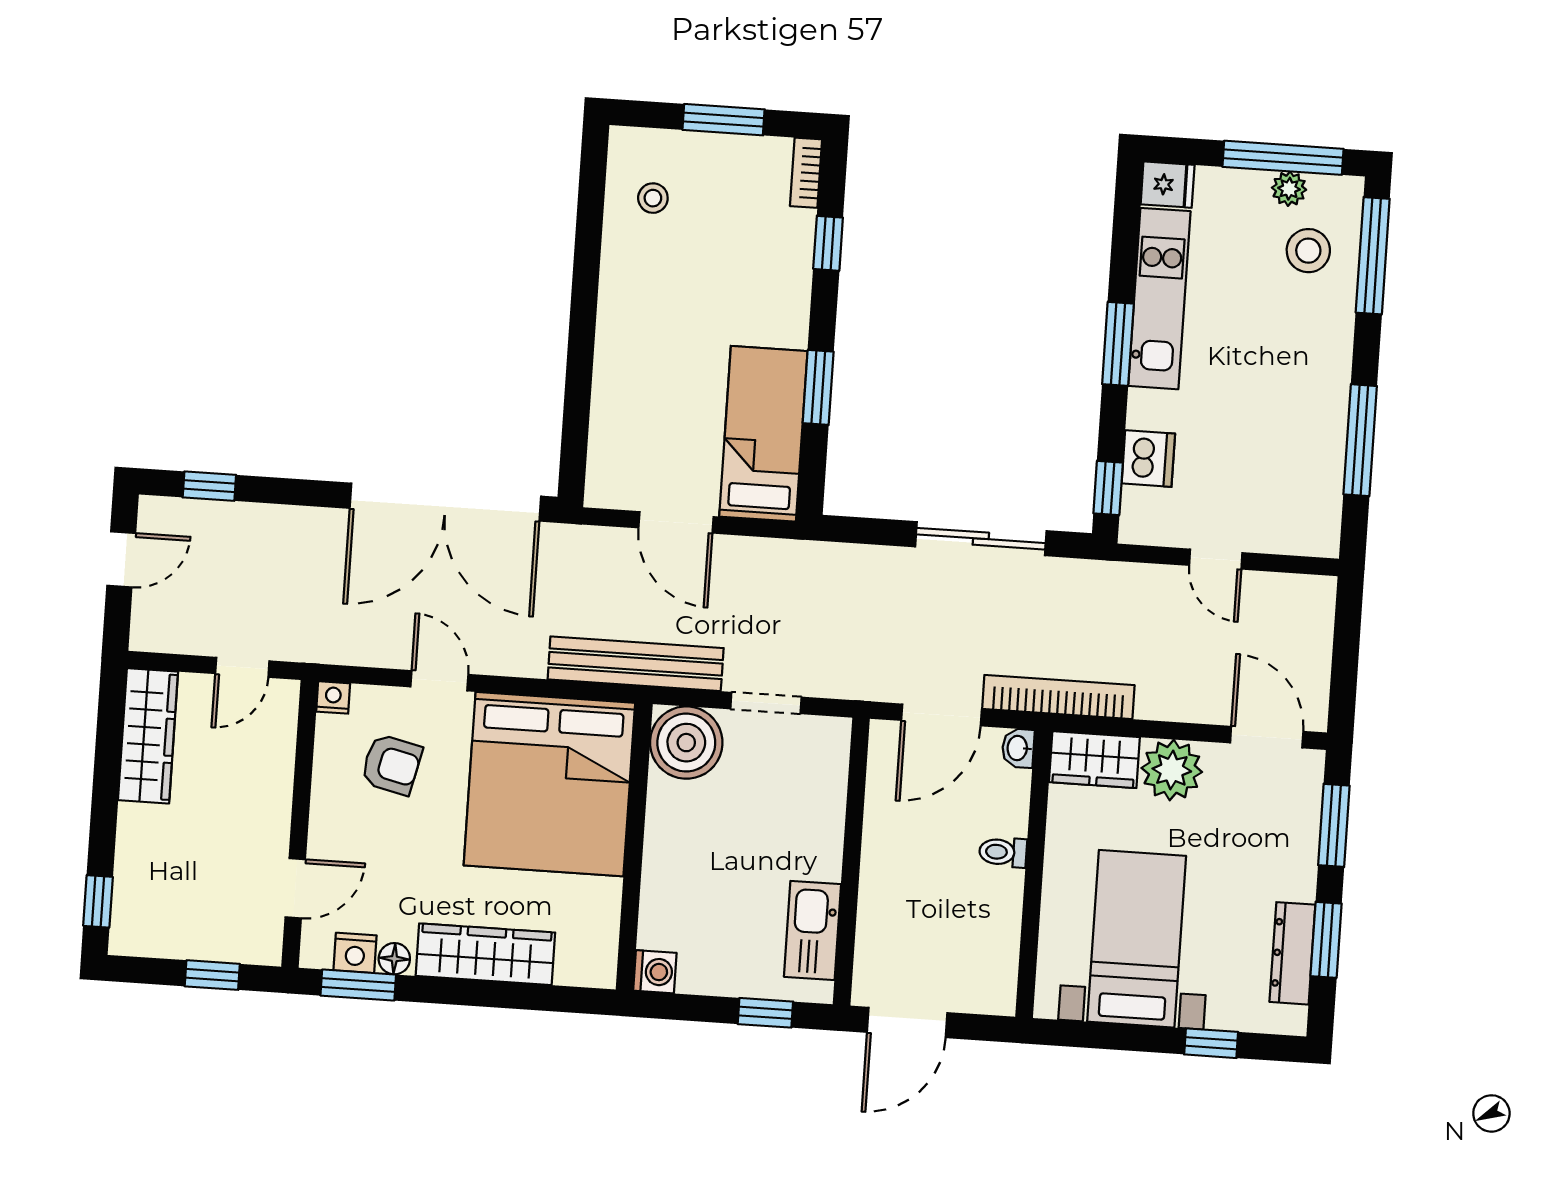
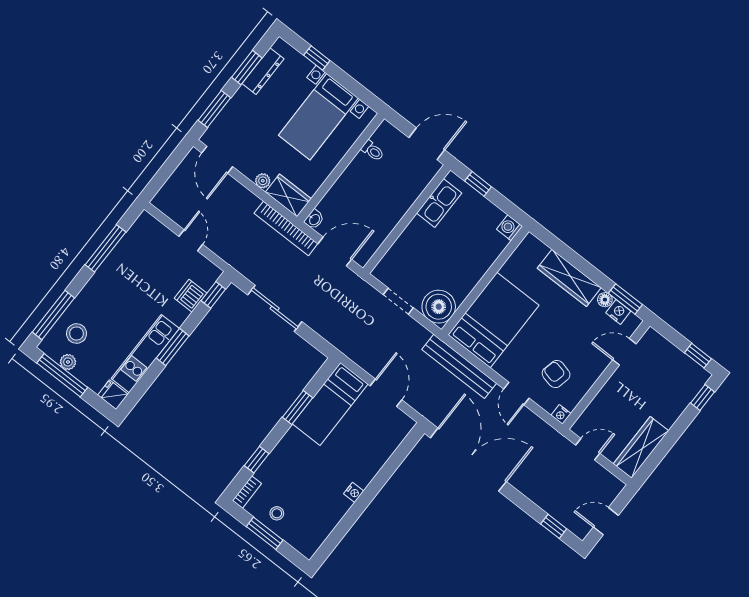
stool: (653, 198) -> (277, 513), moved
nightstand: (613, 303) -> (354, 492), added
bench: (636, 664) -> (459, 366), moved
plant: (1172, 770) -> (263, 181), width x0.53, depth x0.53
bed: (549, 784) -> (494, 320), width x0.73
toilet: (1003, 852) -> (373, 151), moved
window: (212, 975) -> (698, 356), moved

